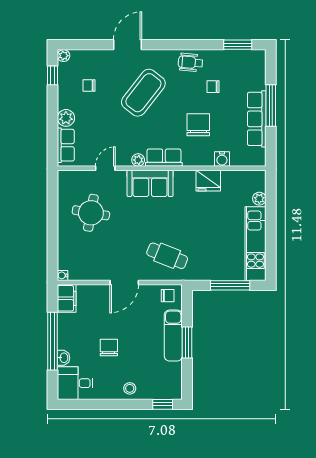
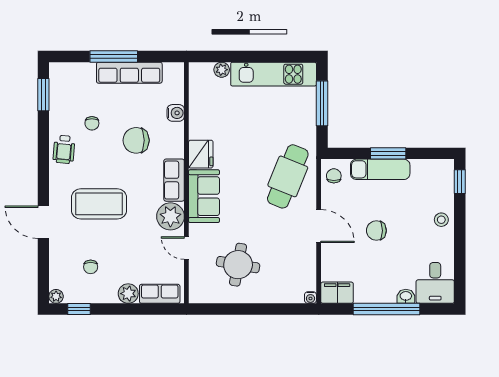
coffee table: (143, 93) -> (99, 204), turned -38
plant: (138, 160) -> (170, 216), width x1.88, depth x1.88
fridge: (208, 181) -> (201, 154), moved
cafe table: (167, 256) -> (288, 176), width x1.37, depth x1.35
chair: (109, 348) -> (376, 231), moved

